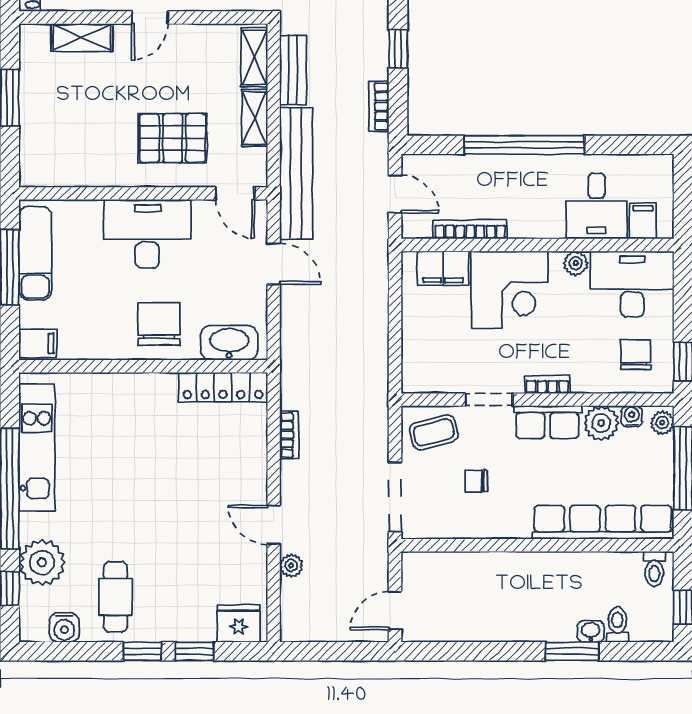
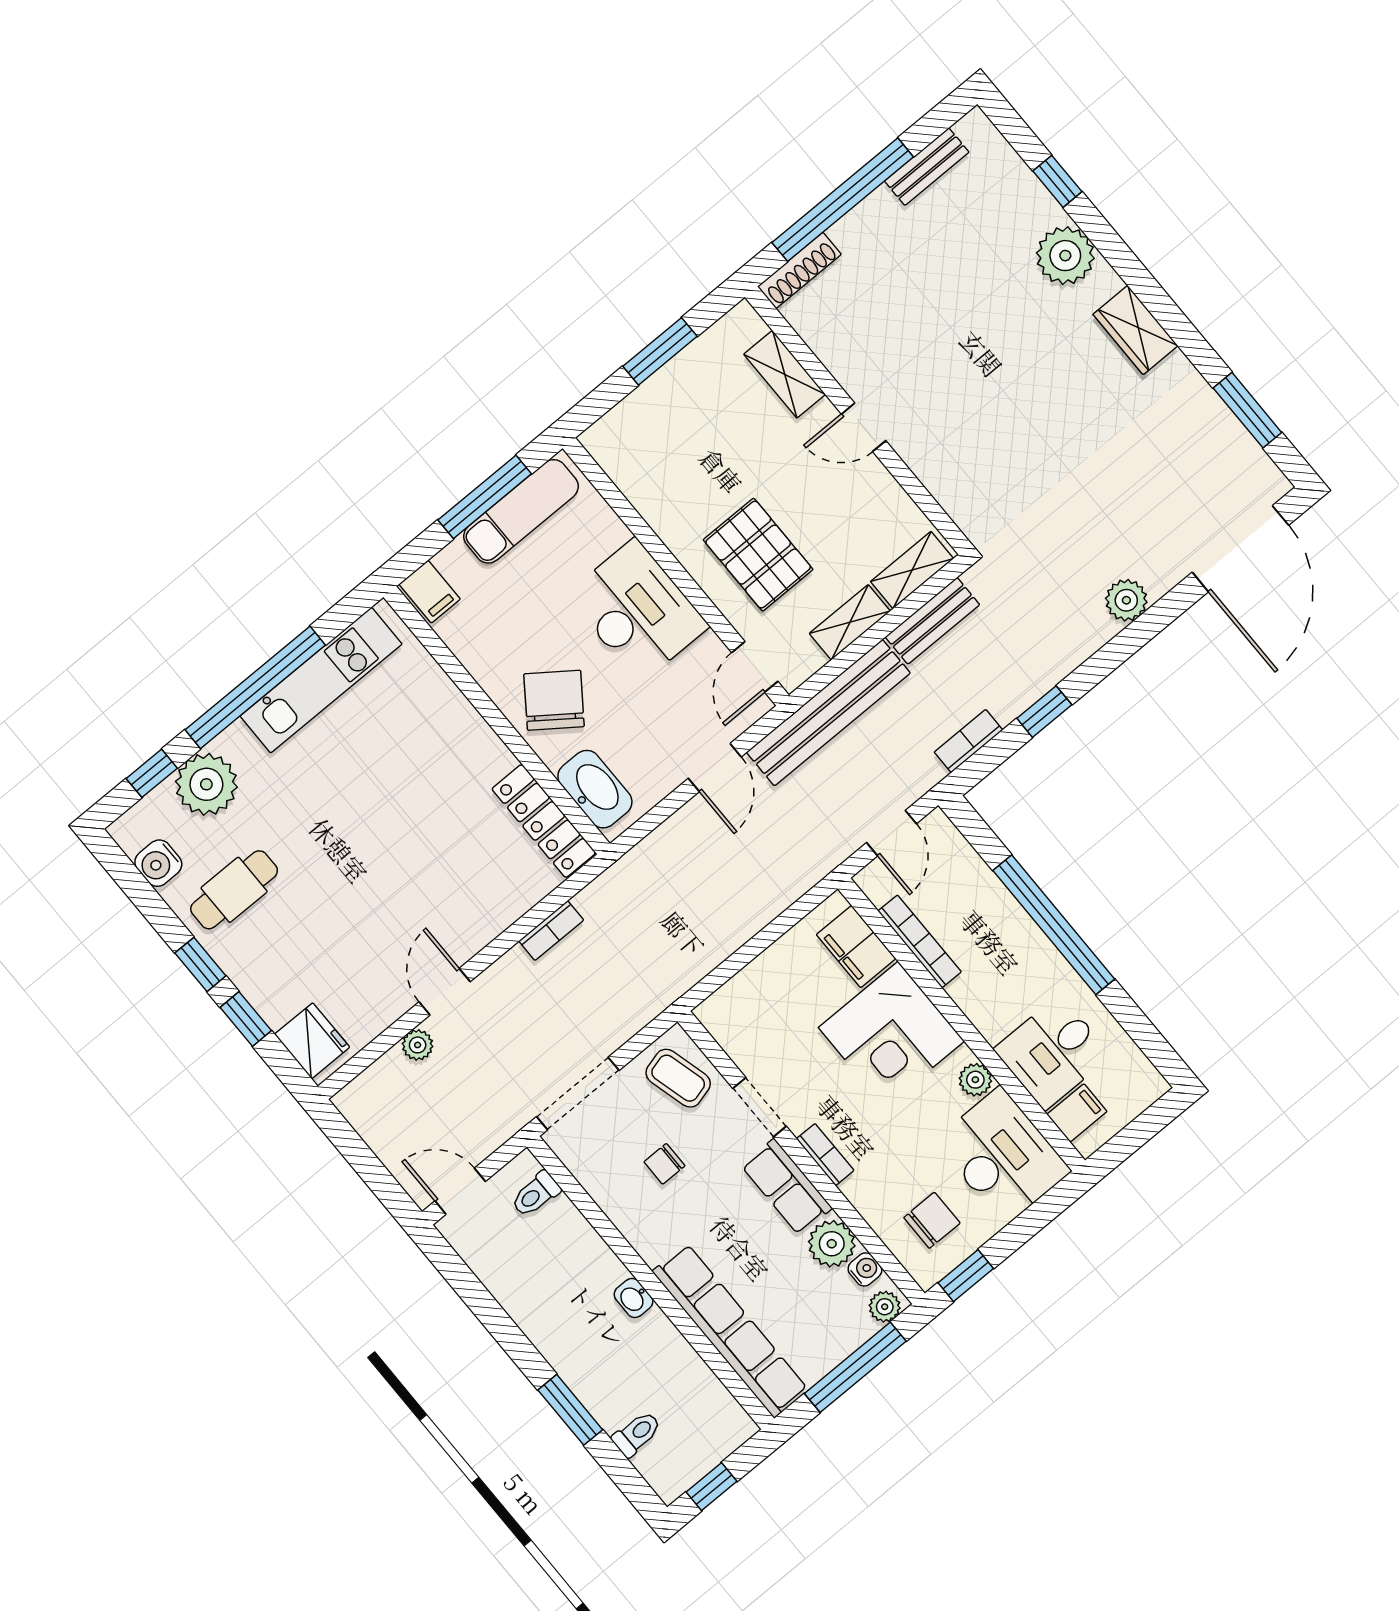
chair: (159, 324) -> (554, 700), turned -54
chair: (476, 481) -> (664, 1164), turned -90
toilet: (654, 569) -> (536, 1194), moved
washbasin: (591, 631) -> (633, 1298), moved, turned 180

